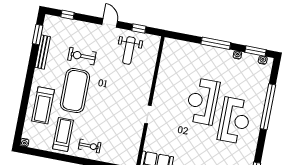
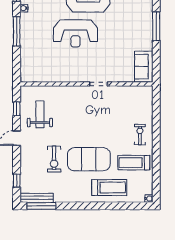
window: (38, 34) -> (41, 206), width x1.44
weight bench: (129, 51) -> (40, 114), turned -90
bench: (43, 52) -> (37, 198), moved

